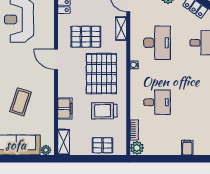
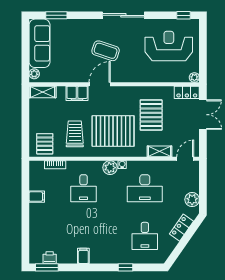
door: (56, 59) -> (100, 84), moved
coffee table: (21, 102) -> (106, 51), moved
pallet: (102, 145) -> (45, 144), moved
plant: (137, 148) -> (110, 168), moved
filing cabinet: (187, 148) -> (37, 197), moved

